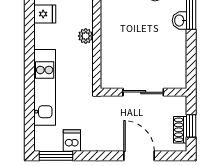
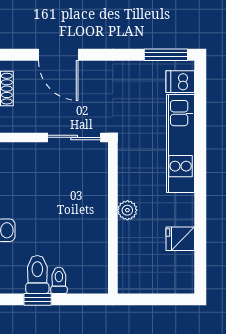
sliding door: (143, 92) -> (74, 137), moved
dishwasher: (72, 141) -> (180, 82), moved, turned 90

